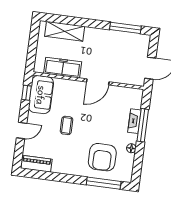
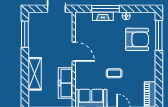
shelving: (65, 31) -> (35, 74), moved

